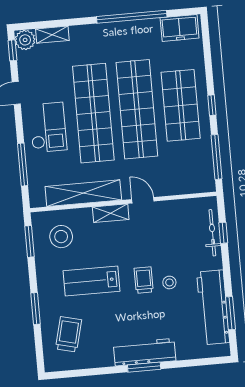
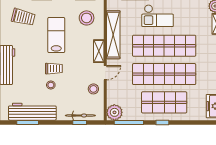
plant: (203, 181) -> (114, 112), added
stool: (170, 216) -> (93, 89), added

